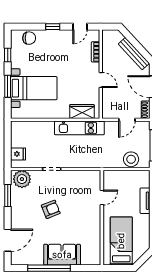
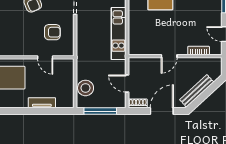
wardrobe: (82, 112) -> (136, 36), removed
armchair: (78, 191) -> (52, 32), added

